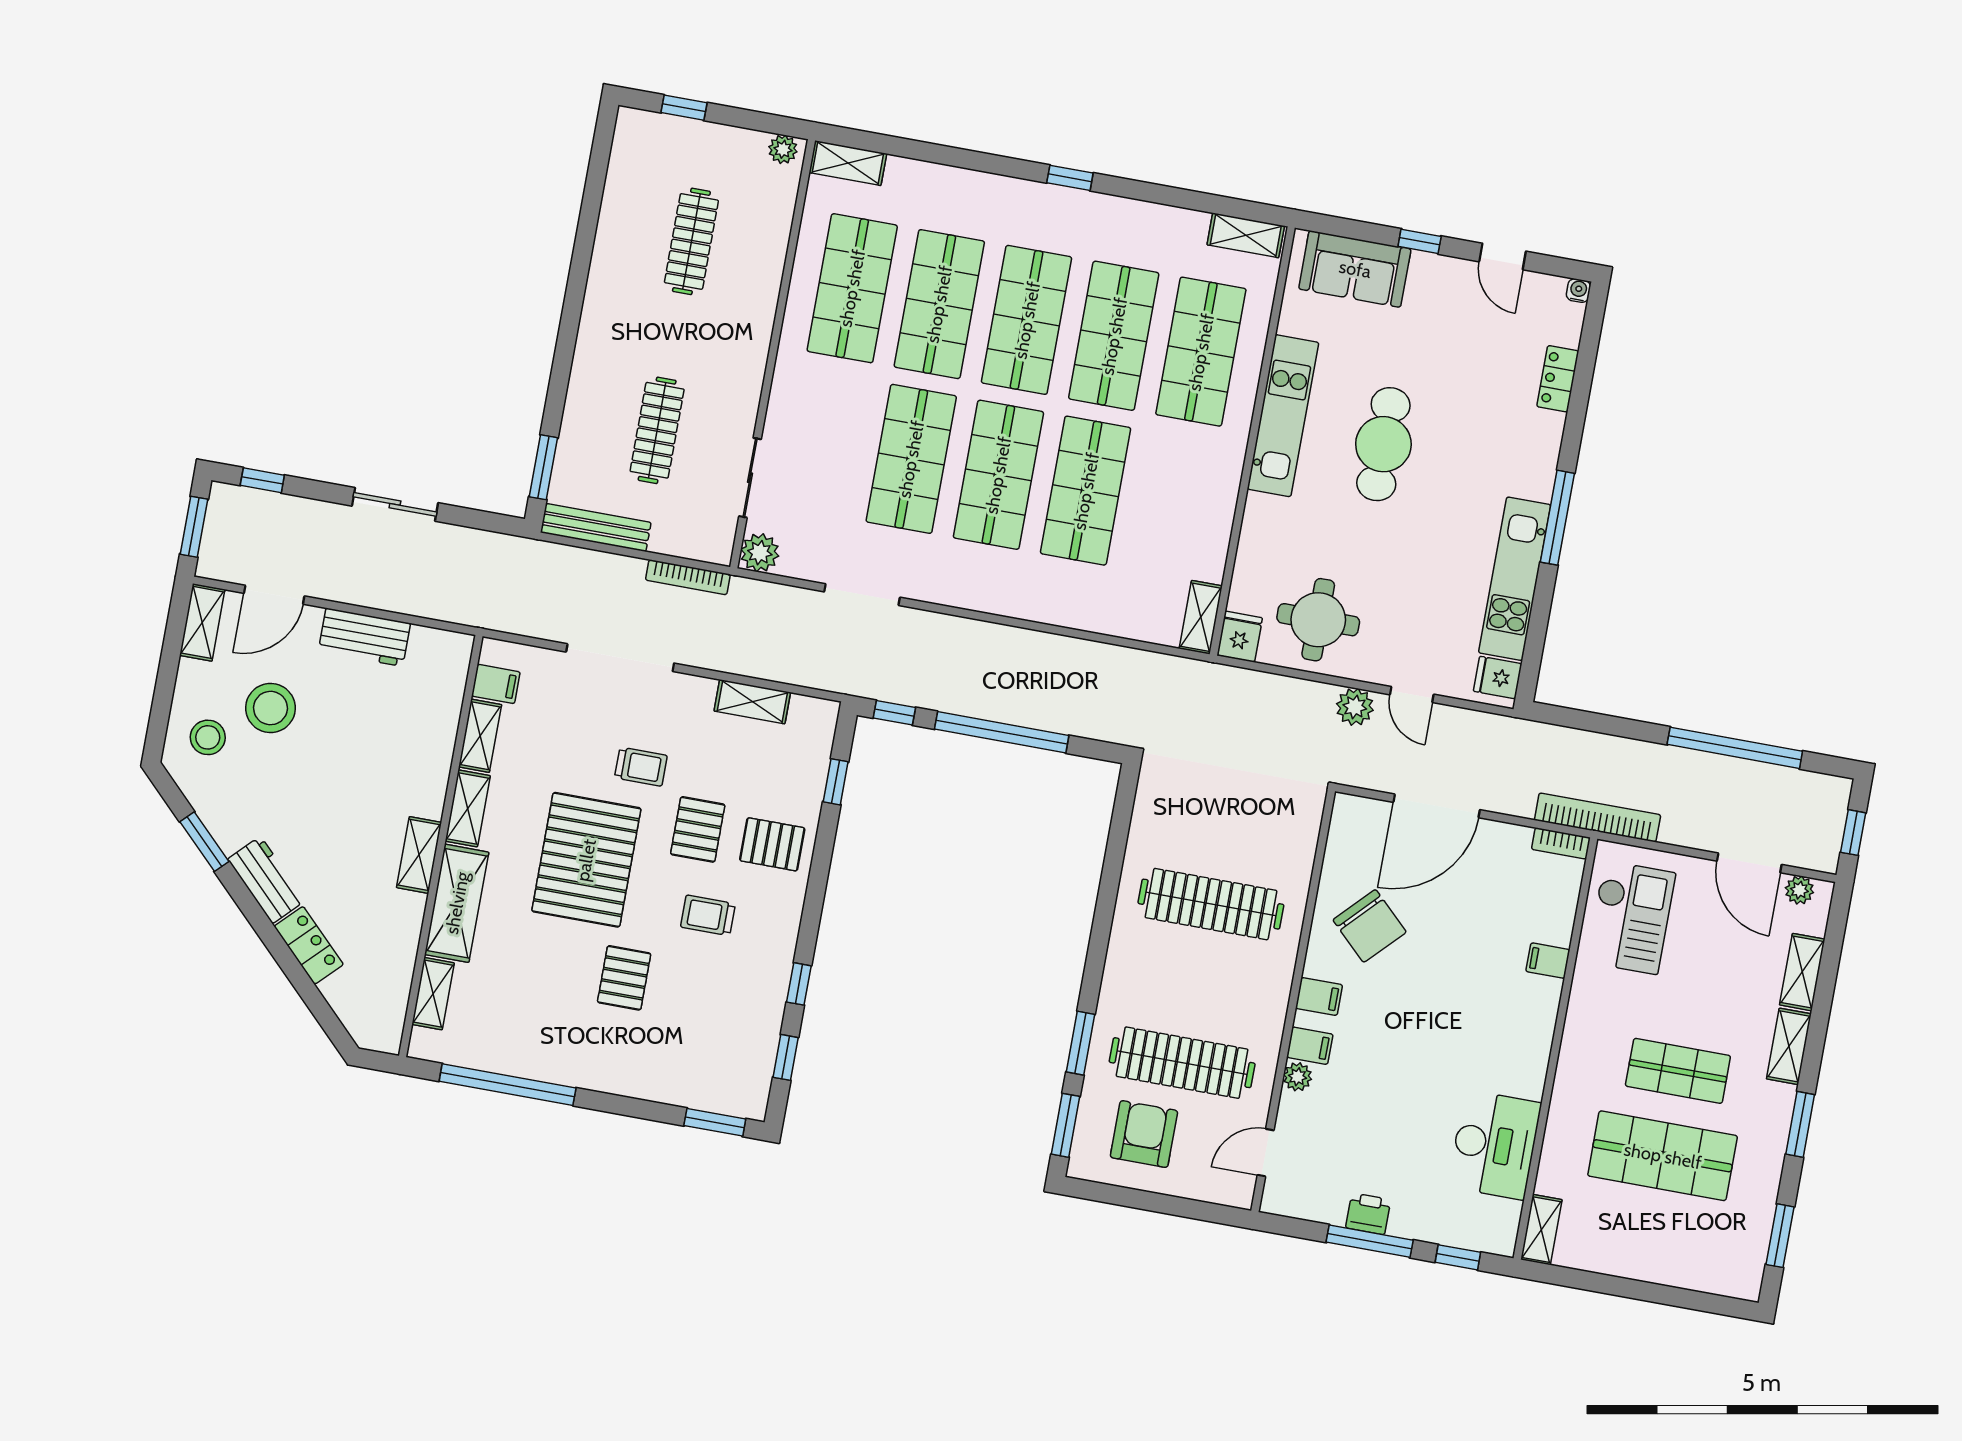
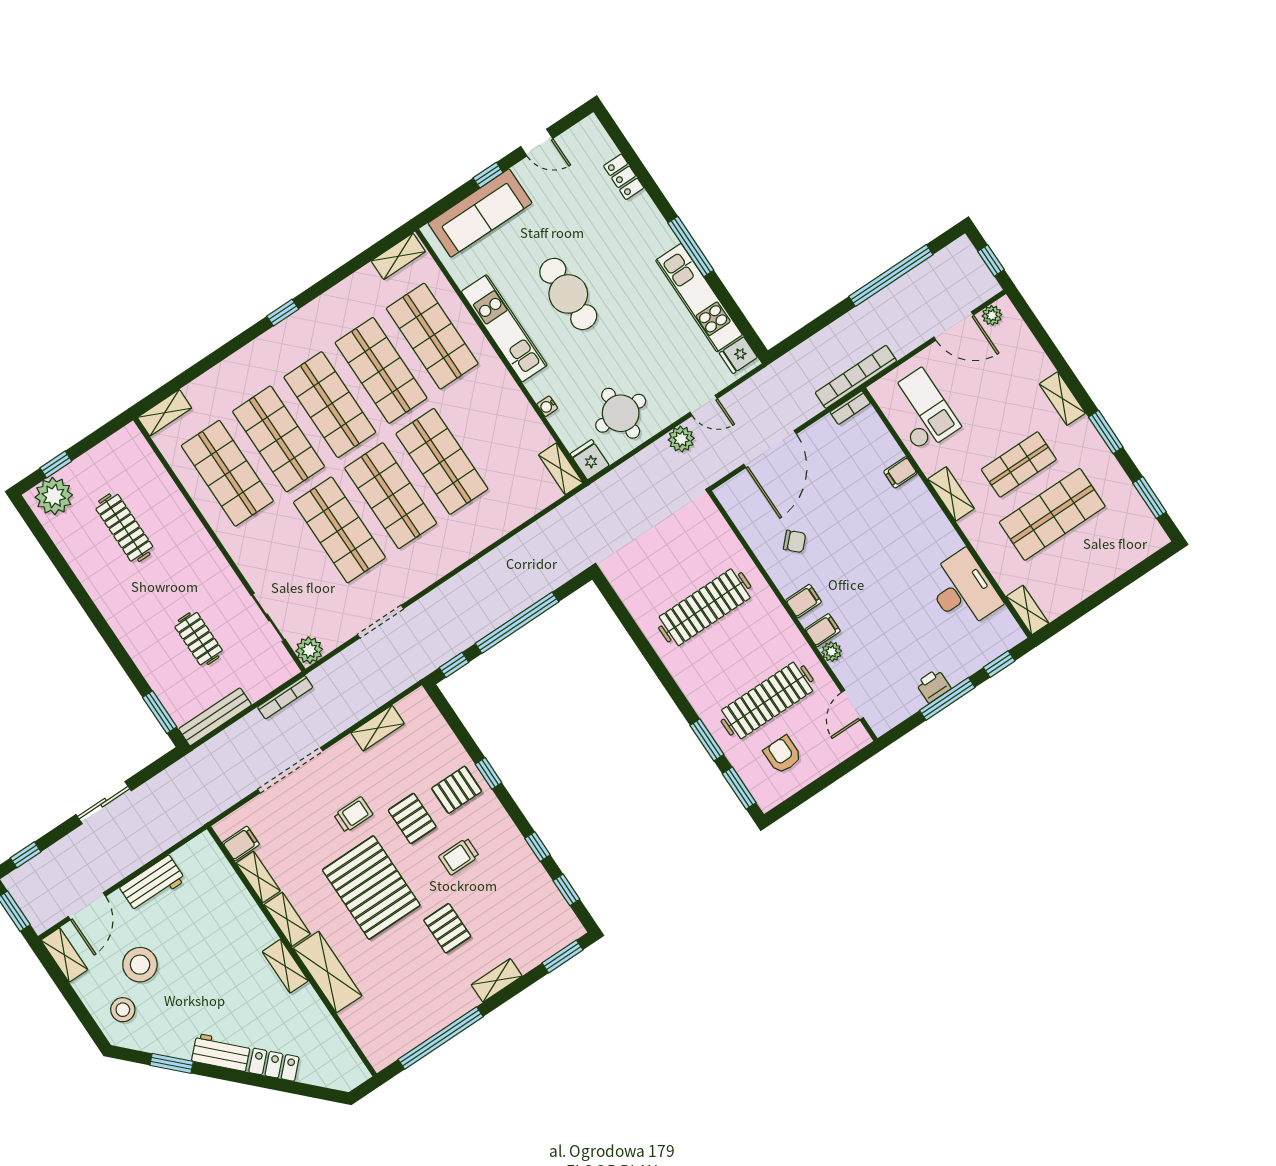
plant: (783, 149) -> (54, 496), moved, width x1.88, depth x1.88
sofa: (1355, 269) -> (480, 213), width x1.36
water cooler: (1578, 291) -> (547, 406), moved, turned -90
clothes rail: (657, 430) -> (199, 639), width x0.73
window: (836, 782) -> (489, 773), moved
chair: (1370, 926) -> (795, 541), width x0.54, depth x0.54
shelving: (1802, 972) -> (951, 494), moved
shelving: (433, 994) -> (497, 980), moved, turned 90
armchair: (1144, 1134) -> (783, 755), width x0.72, depth x0.72

